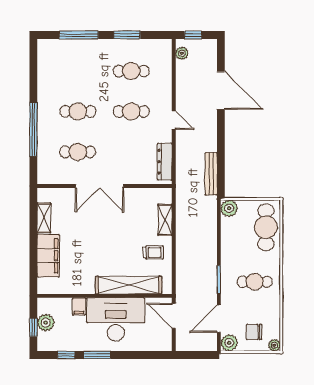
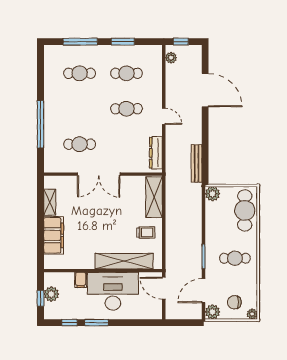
cafe table: (78, 111) -> (80, 73), moved
shelving: (165, 220) -> (154, 197), width x1.50, depth x1.33

